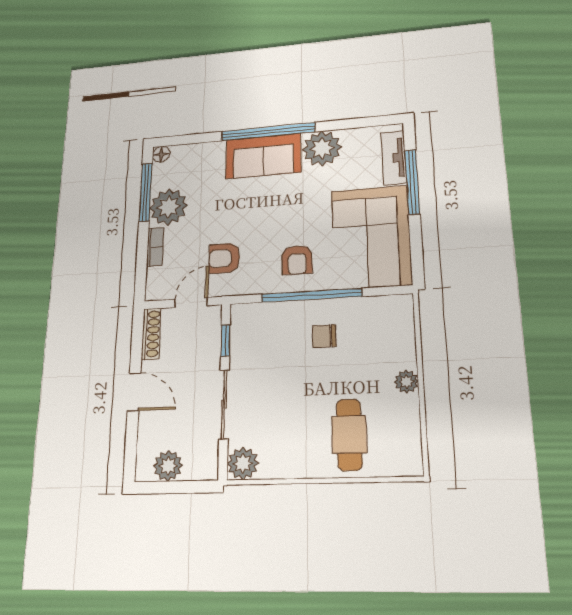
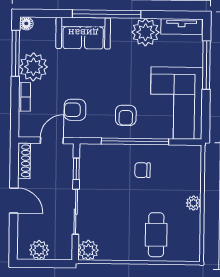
sofa: (263, 156) -> (83, 33), moved
tv unit: (394, 158) -> (182, 27), moved, turned -90

